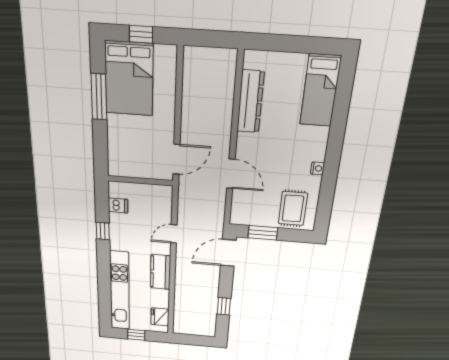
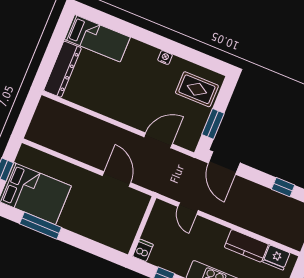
dresser: (250, 102) -> (62, 69), moved, turned 90
door: (231, 174) -> (158, 140), moved
wall: (140, 181) -> (142, 226), moved
kitchen counter: (161, 272) -> (246, 246), moved

